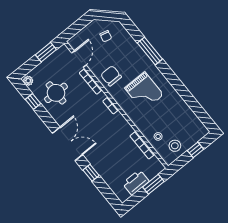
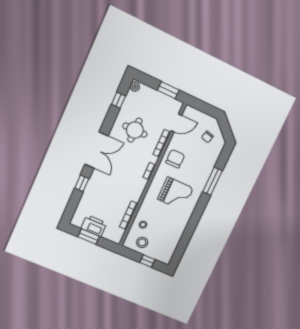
grand piano: (144, 91) -> (176, 194), turned -90
round table: (56, 93) -> (135, 130), moved
window: (153, 184) -> (89, 237), moved

